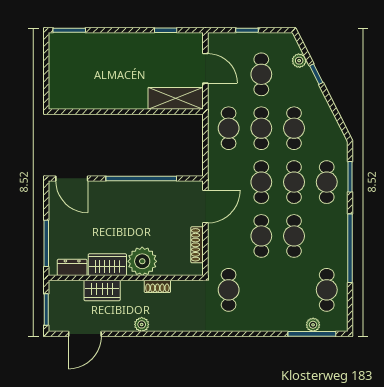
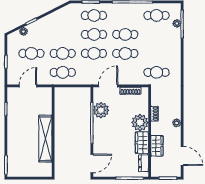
shelving: (176, 98) -> (45, 139), moved, width x1.47
cafe table: (294, 128) -> (63, 34), removed
plant: (163, 194) -> (101, 110), added
door: (205, 206) -> (108, 86), hinge flipped

